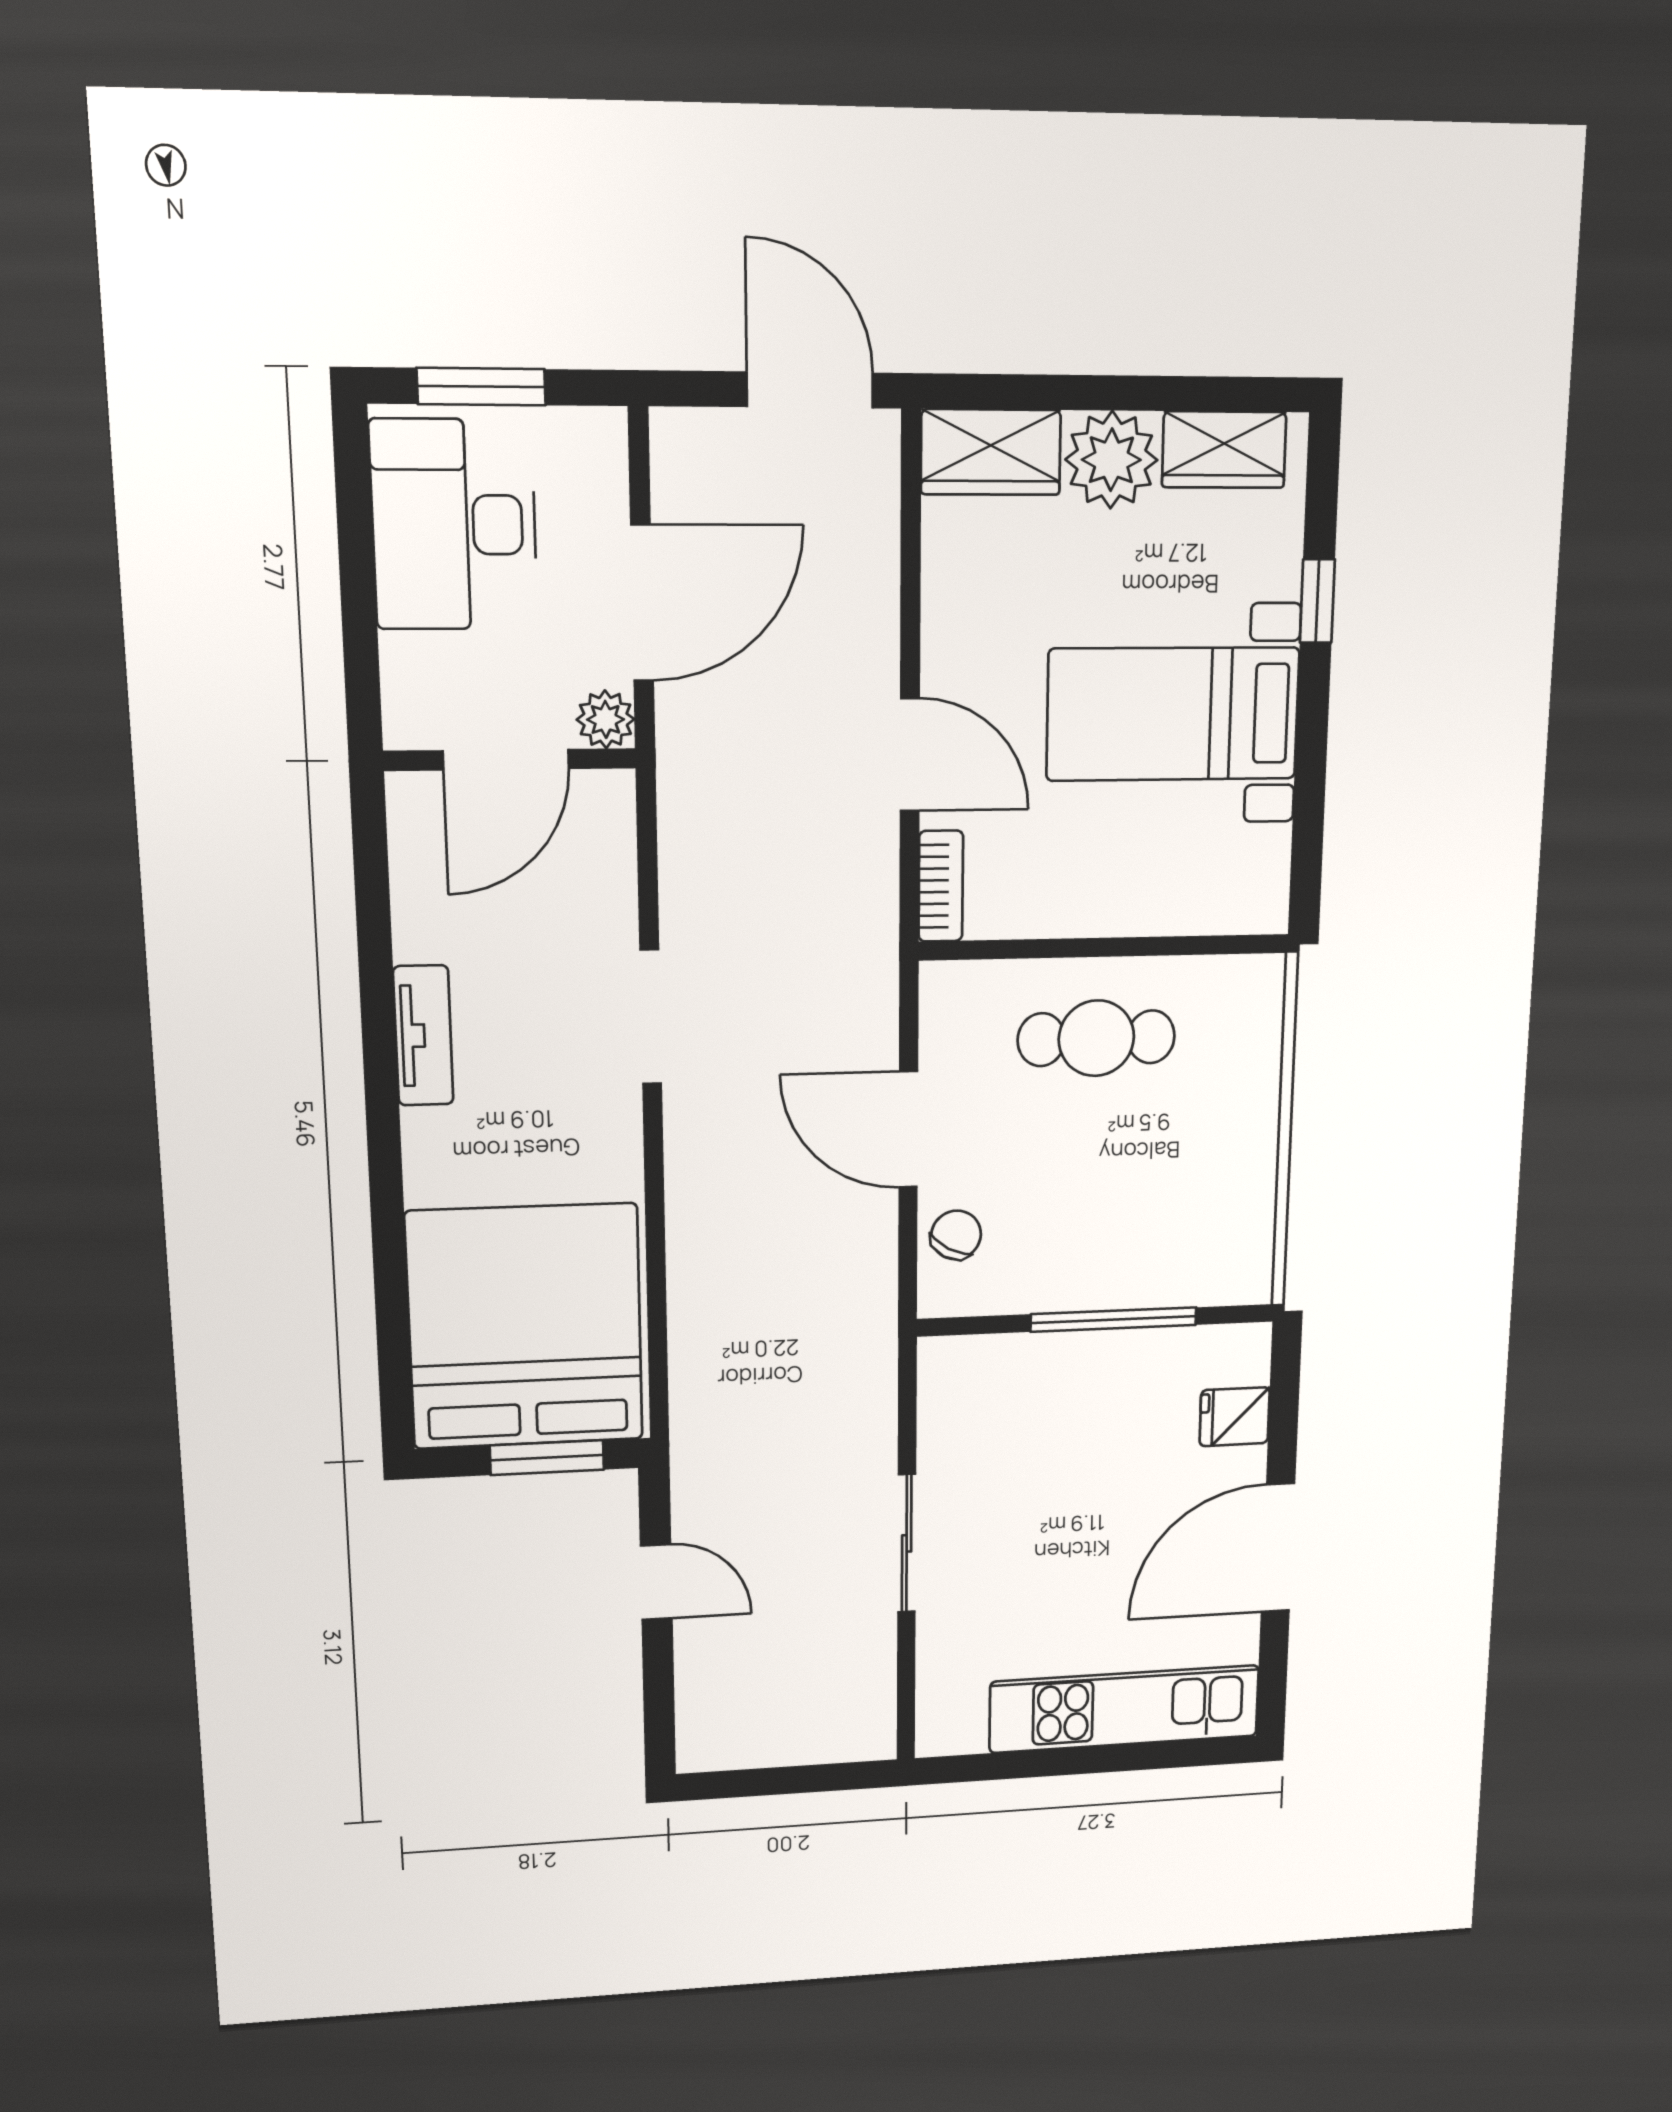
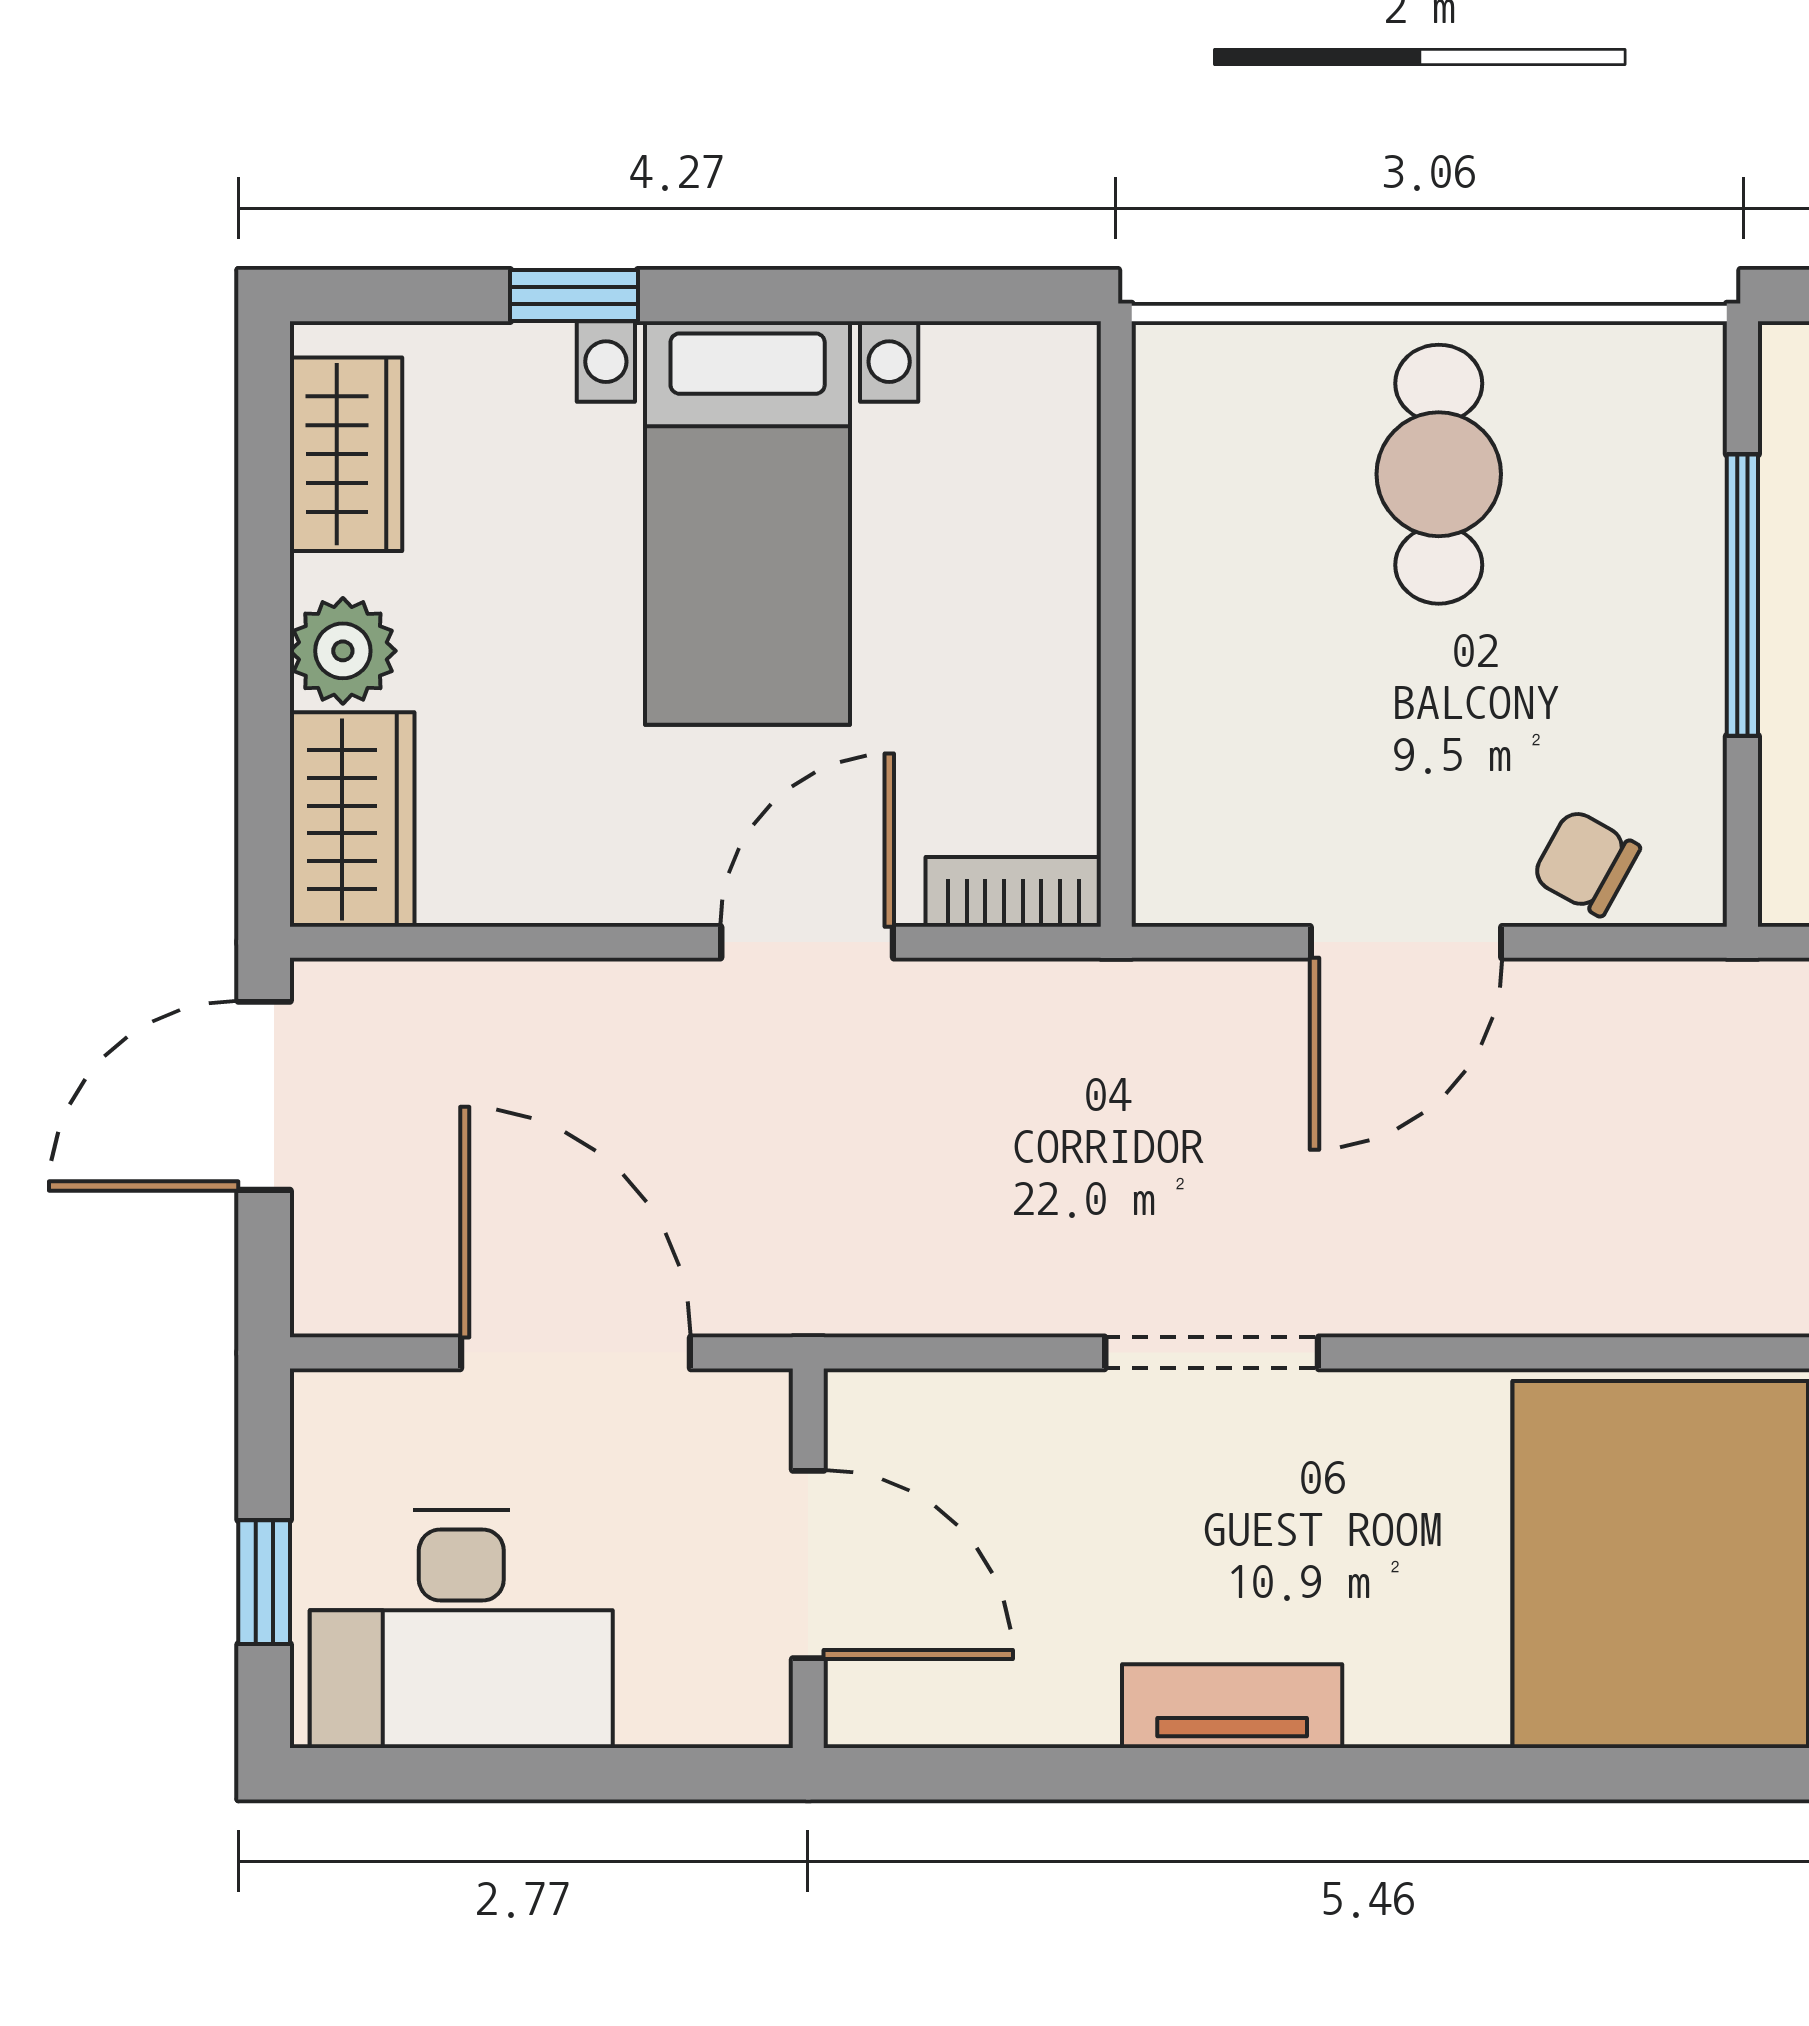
window: (481, 387) -> (264, 1582), width x0.67
plant: (1111, 460) -> (343, 651), width x0.73, depth x0.73
plant: (606, 719) -> (749, 1412), removed
cafe table: (1096, 1038) -> (1439, 474), moved

